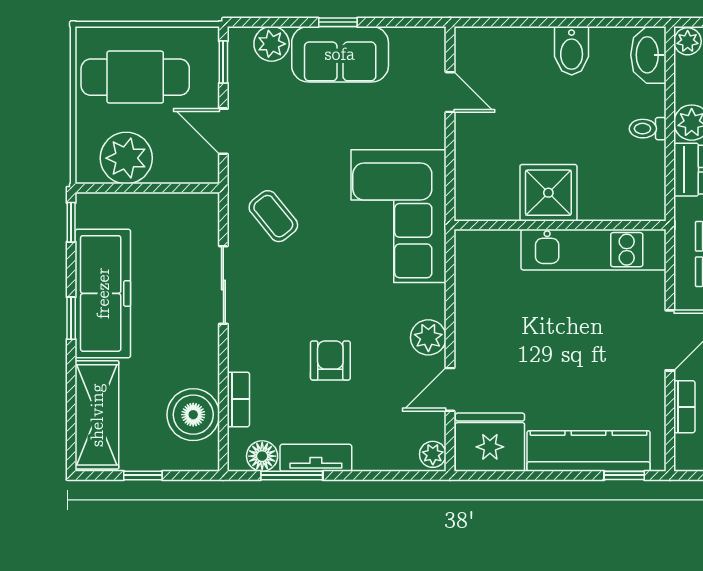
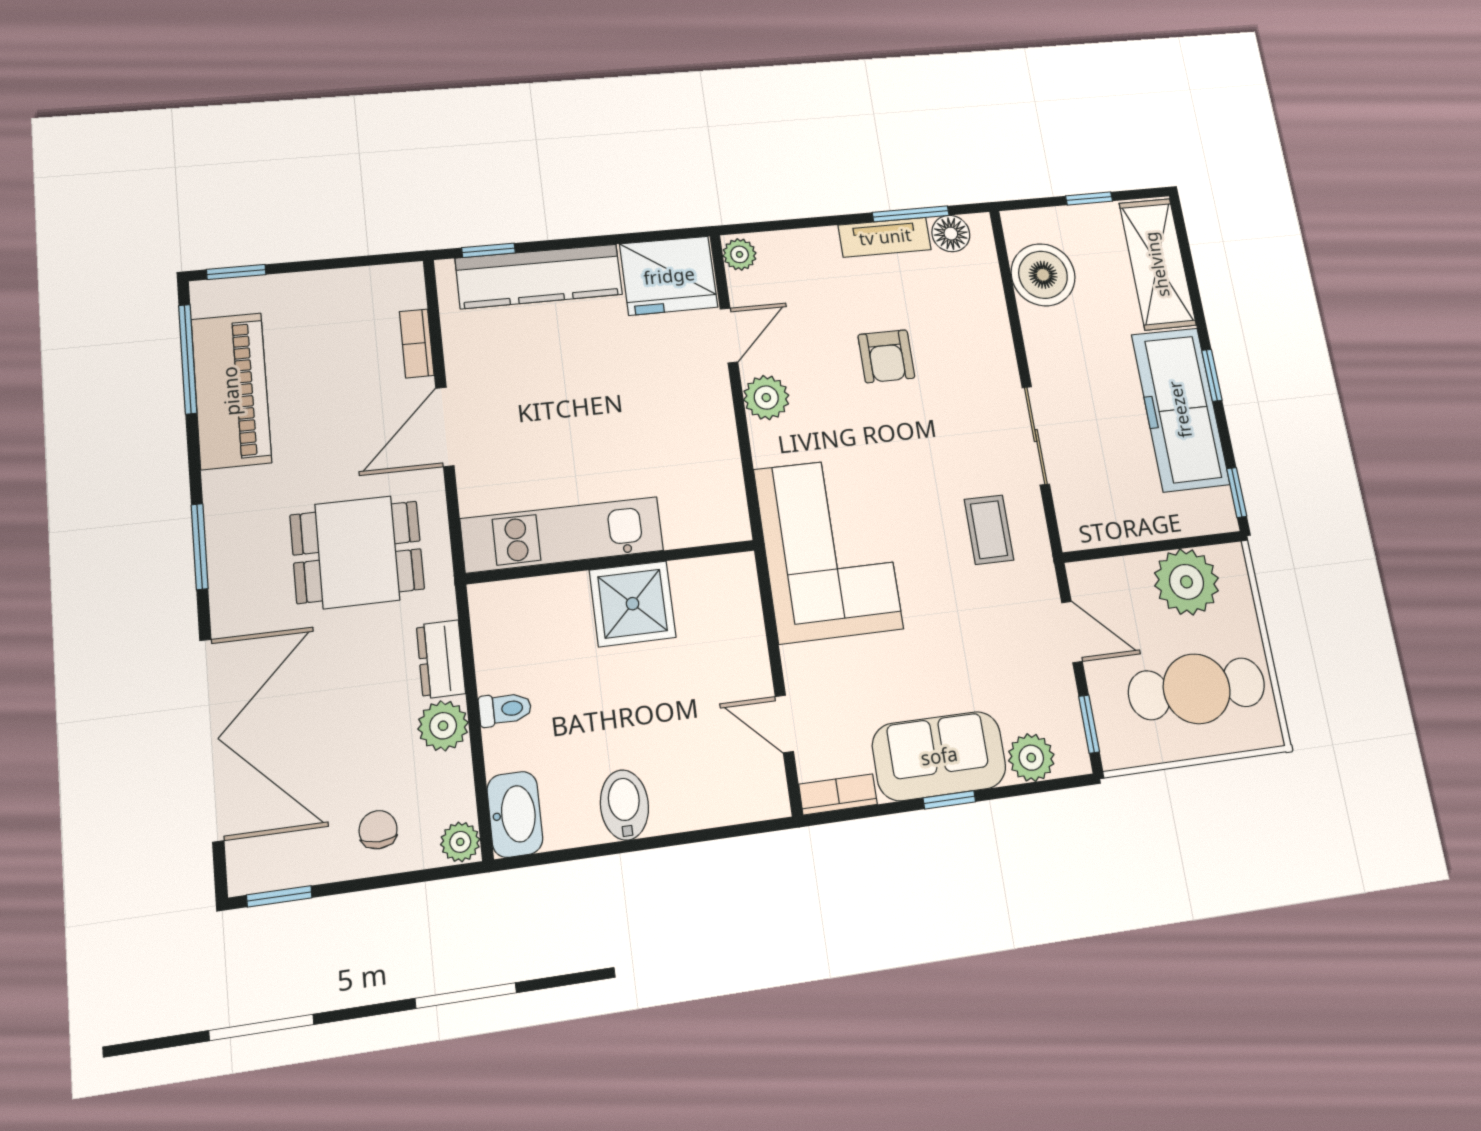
coffee table: (273, 216) -> (989, 530), turned 39
bookcase: (238, 399) -> (838, 794), moved, turned 90

